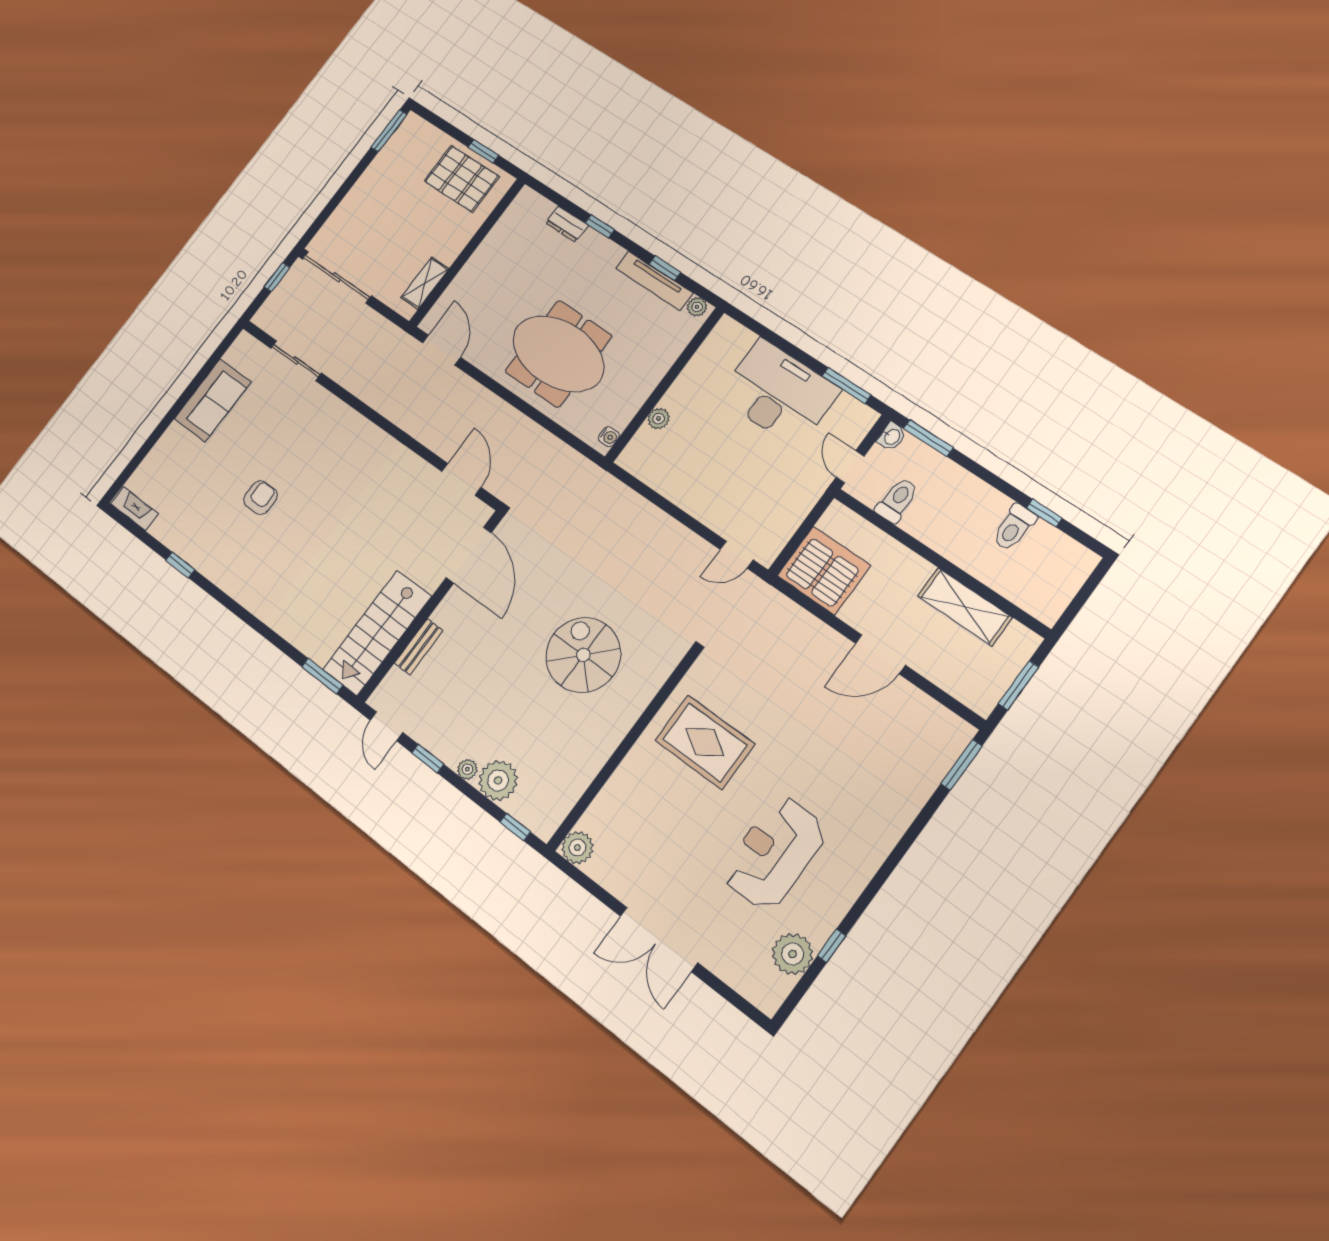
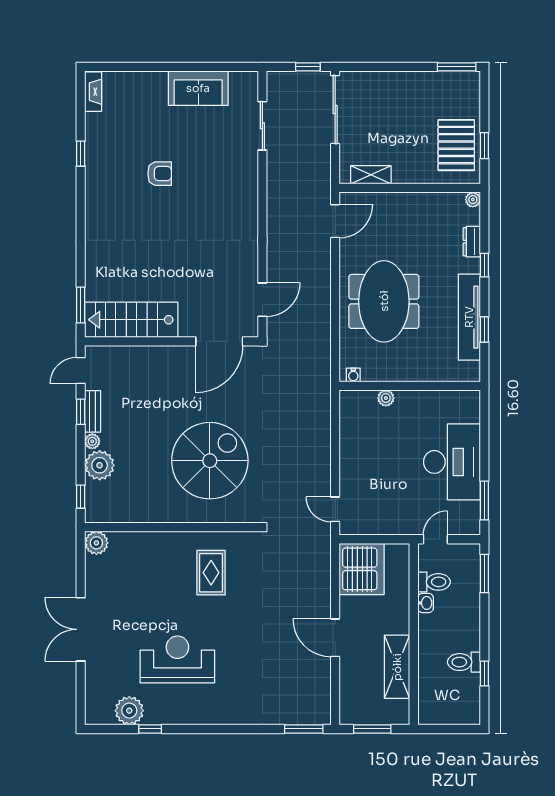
tv unit: (654, 281) -> (469, 317), width x1.36, depth x1.29
plant: (697, 307) -> (473, 200), moved
washbasin: (892, 437) -> (426, 603), moved, turned -90
bench: (419, 647) -> (93, 411), moved, turned 90
spiral stairs: (583, 655) -> (210, 461), width x1.37, depth x1.37
rug: (705, 742) -> (211, 573), width x0.73, depth x0.70

